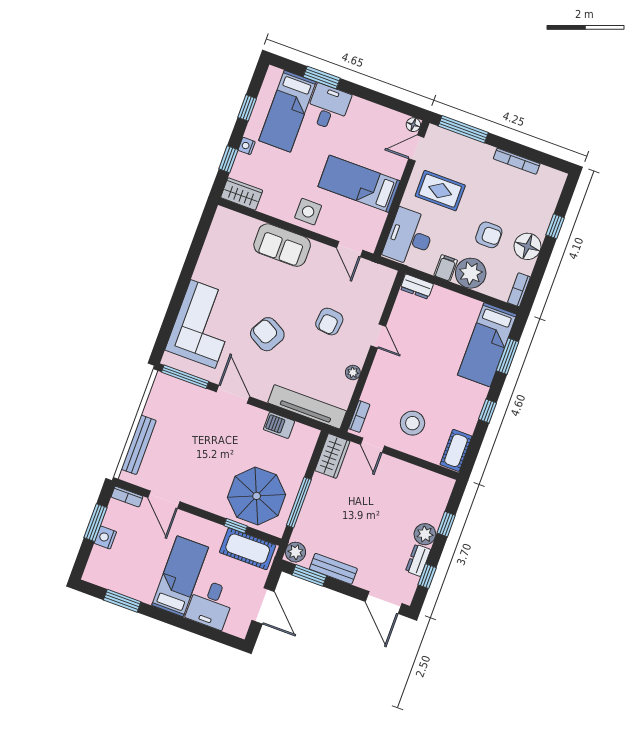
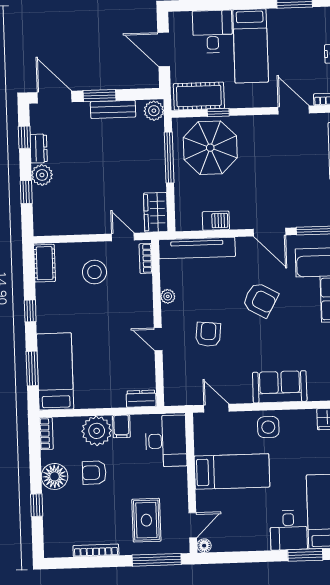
rug: (440, 191) -> (146, 520), moved, turned 90
window: (309, 575) -> (100, 96), moved

